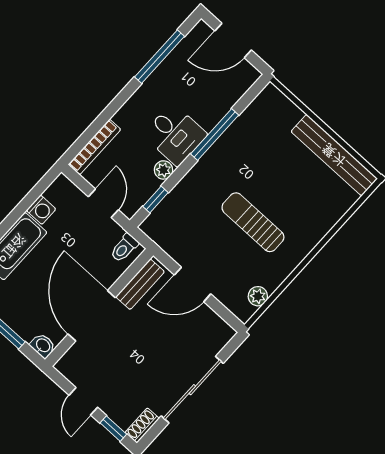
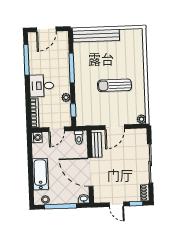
desk: (175, 135) -> (42, 86), moved, turned 180
bench: (334, 155) -> (96, 36), moved
door: (103, 203) -> (57, 129), swing flipped
washing machine: (41, 210) -> (37, 137), moved
plant: (258, 296) -> (142, 119), moved

